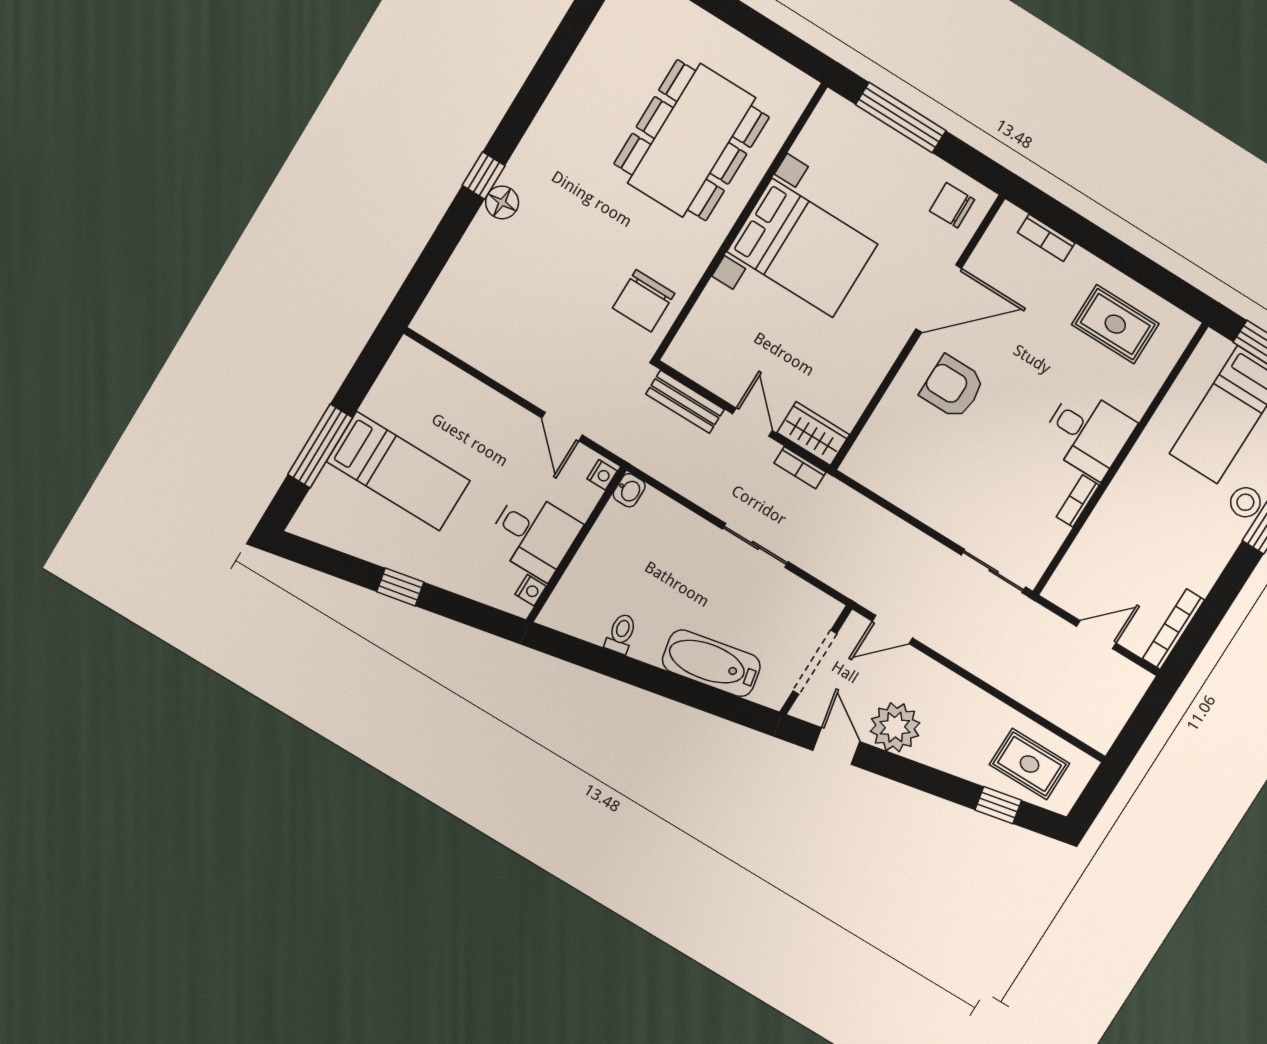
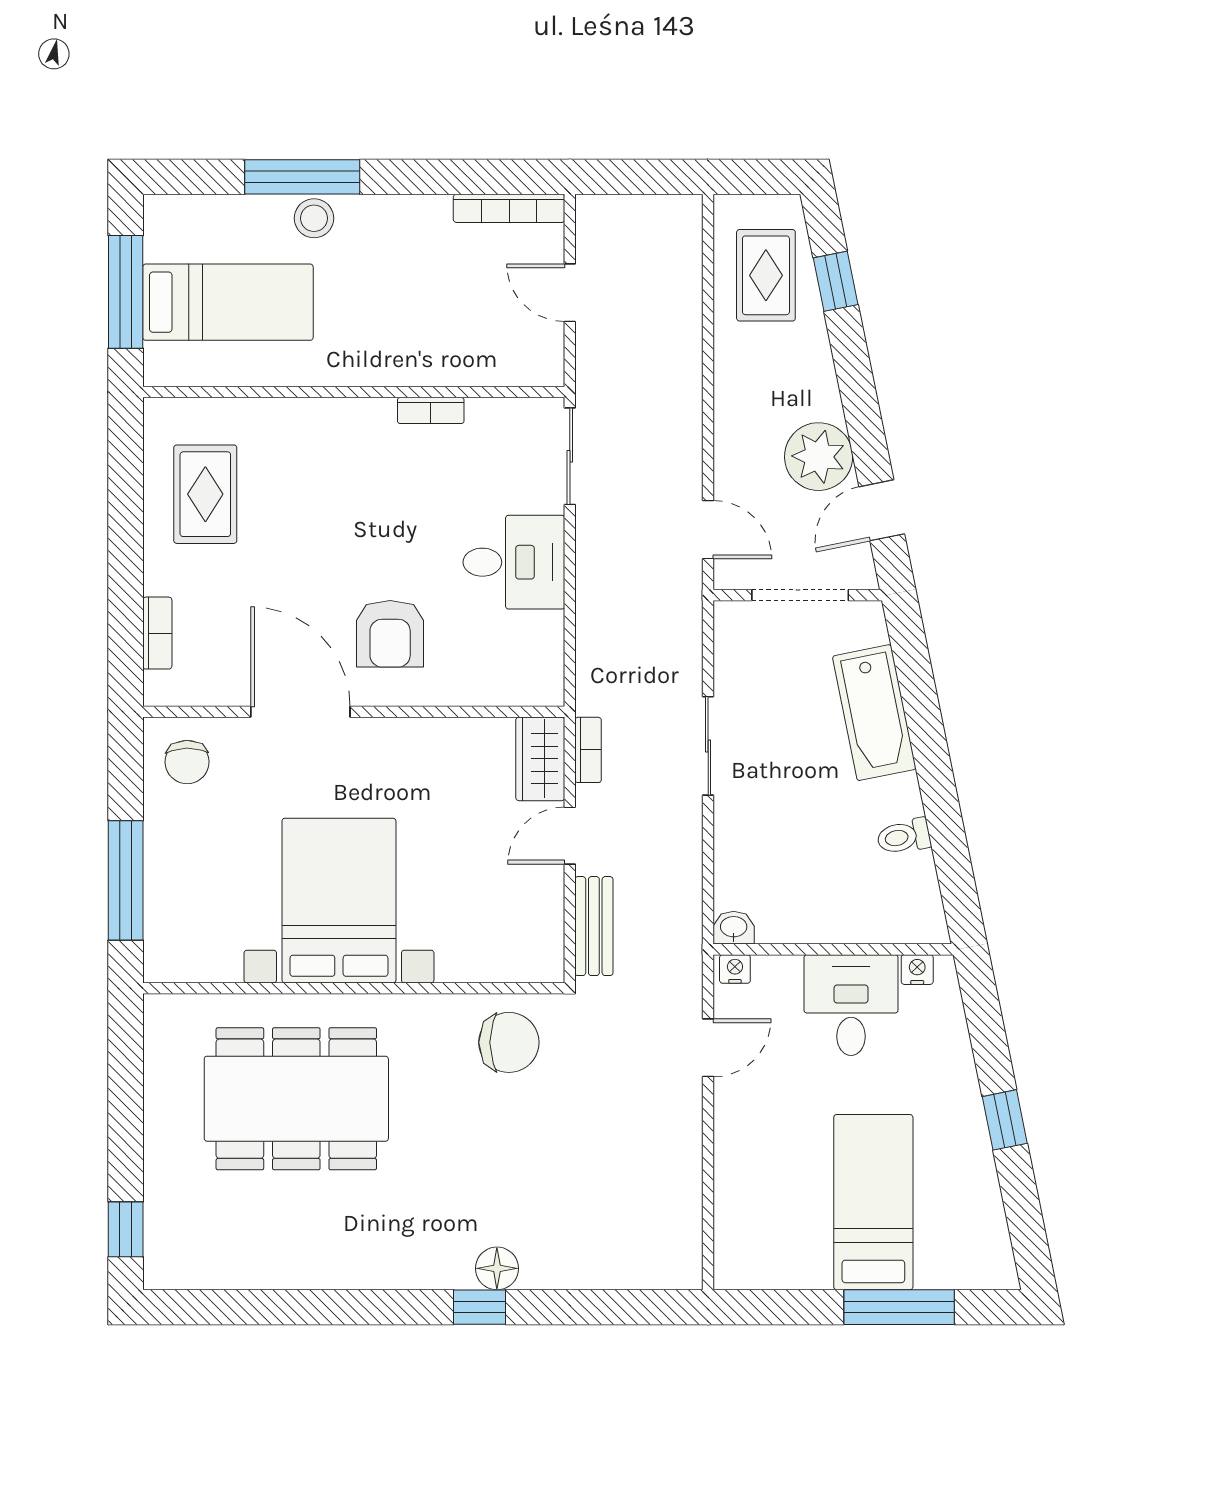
desk: (1088, 433) -> (514, 562), moved, turned 90

